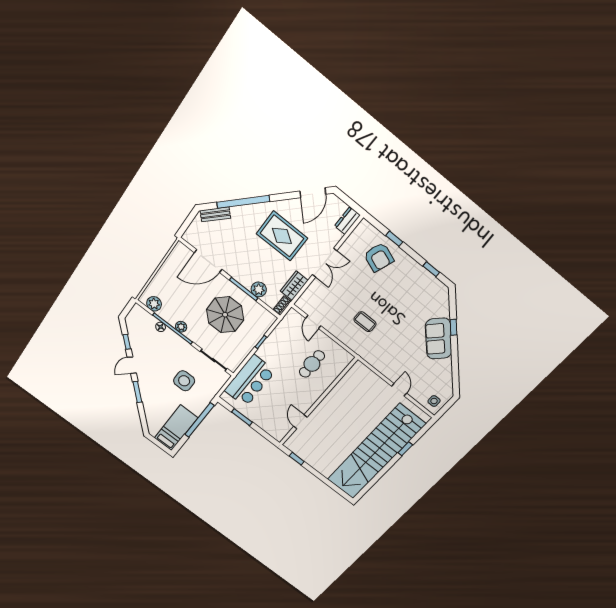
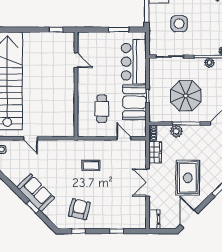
rug: (282, 236) -> (188, 178), turned 90
armchair: (379, 257) -> (79, 209), moved, turned 83
booth: (277, 346) -> (134, 102), added

